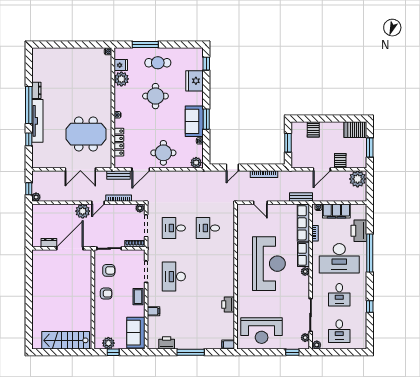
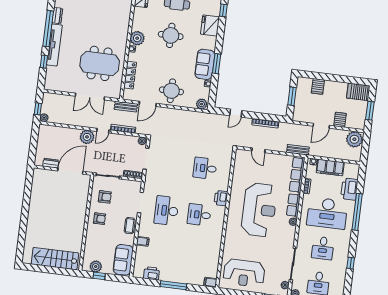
plant: (121, 79) -> (137, 38), moved
desk: (174, 228) -> (199, 215), moved
printer: (228, 305) -> (221, 198), moved

